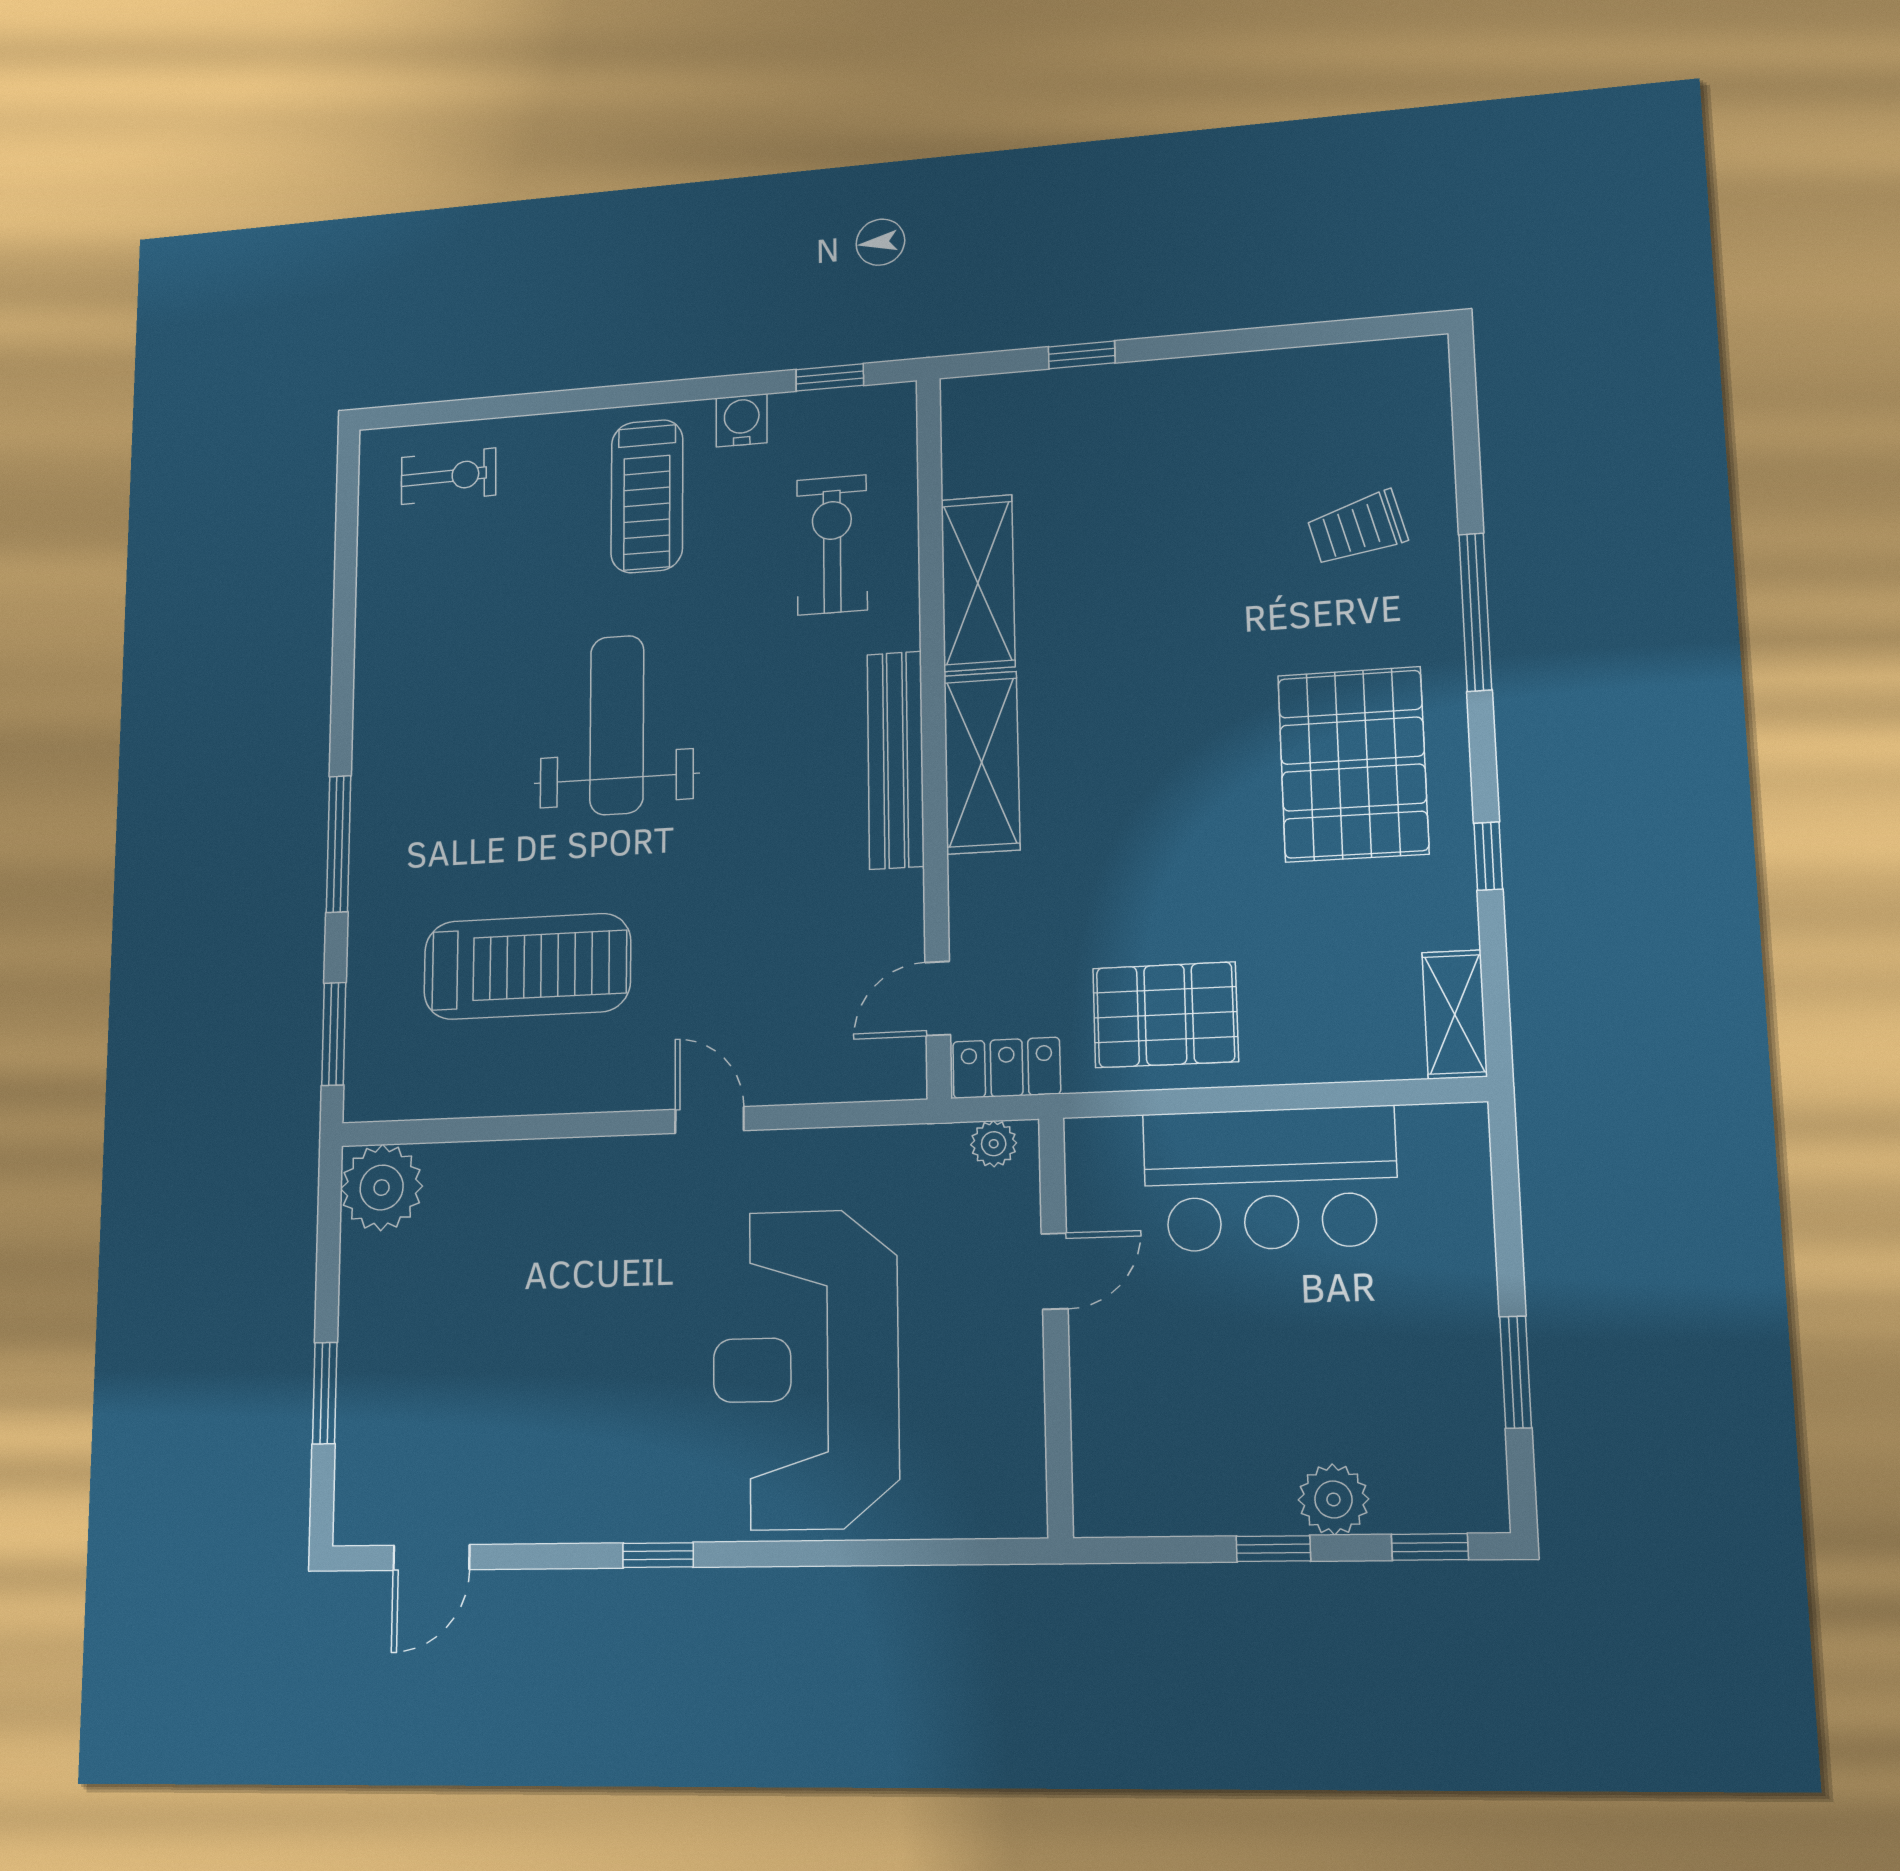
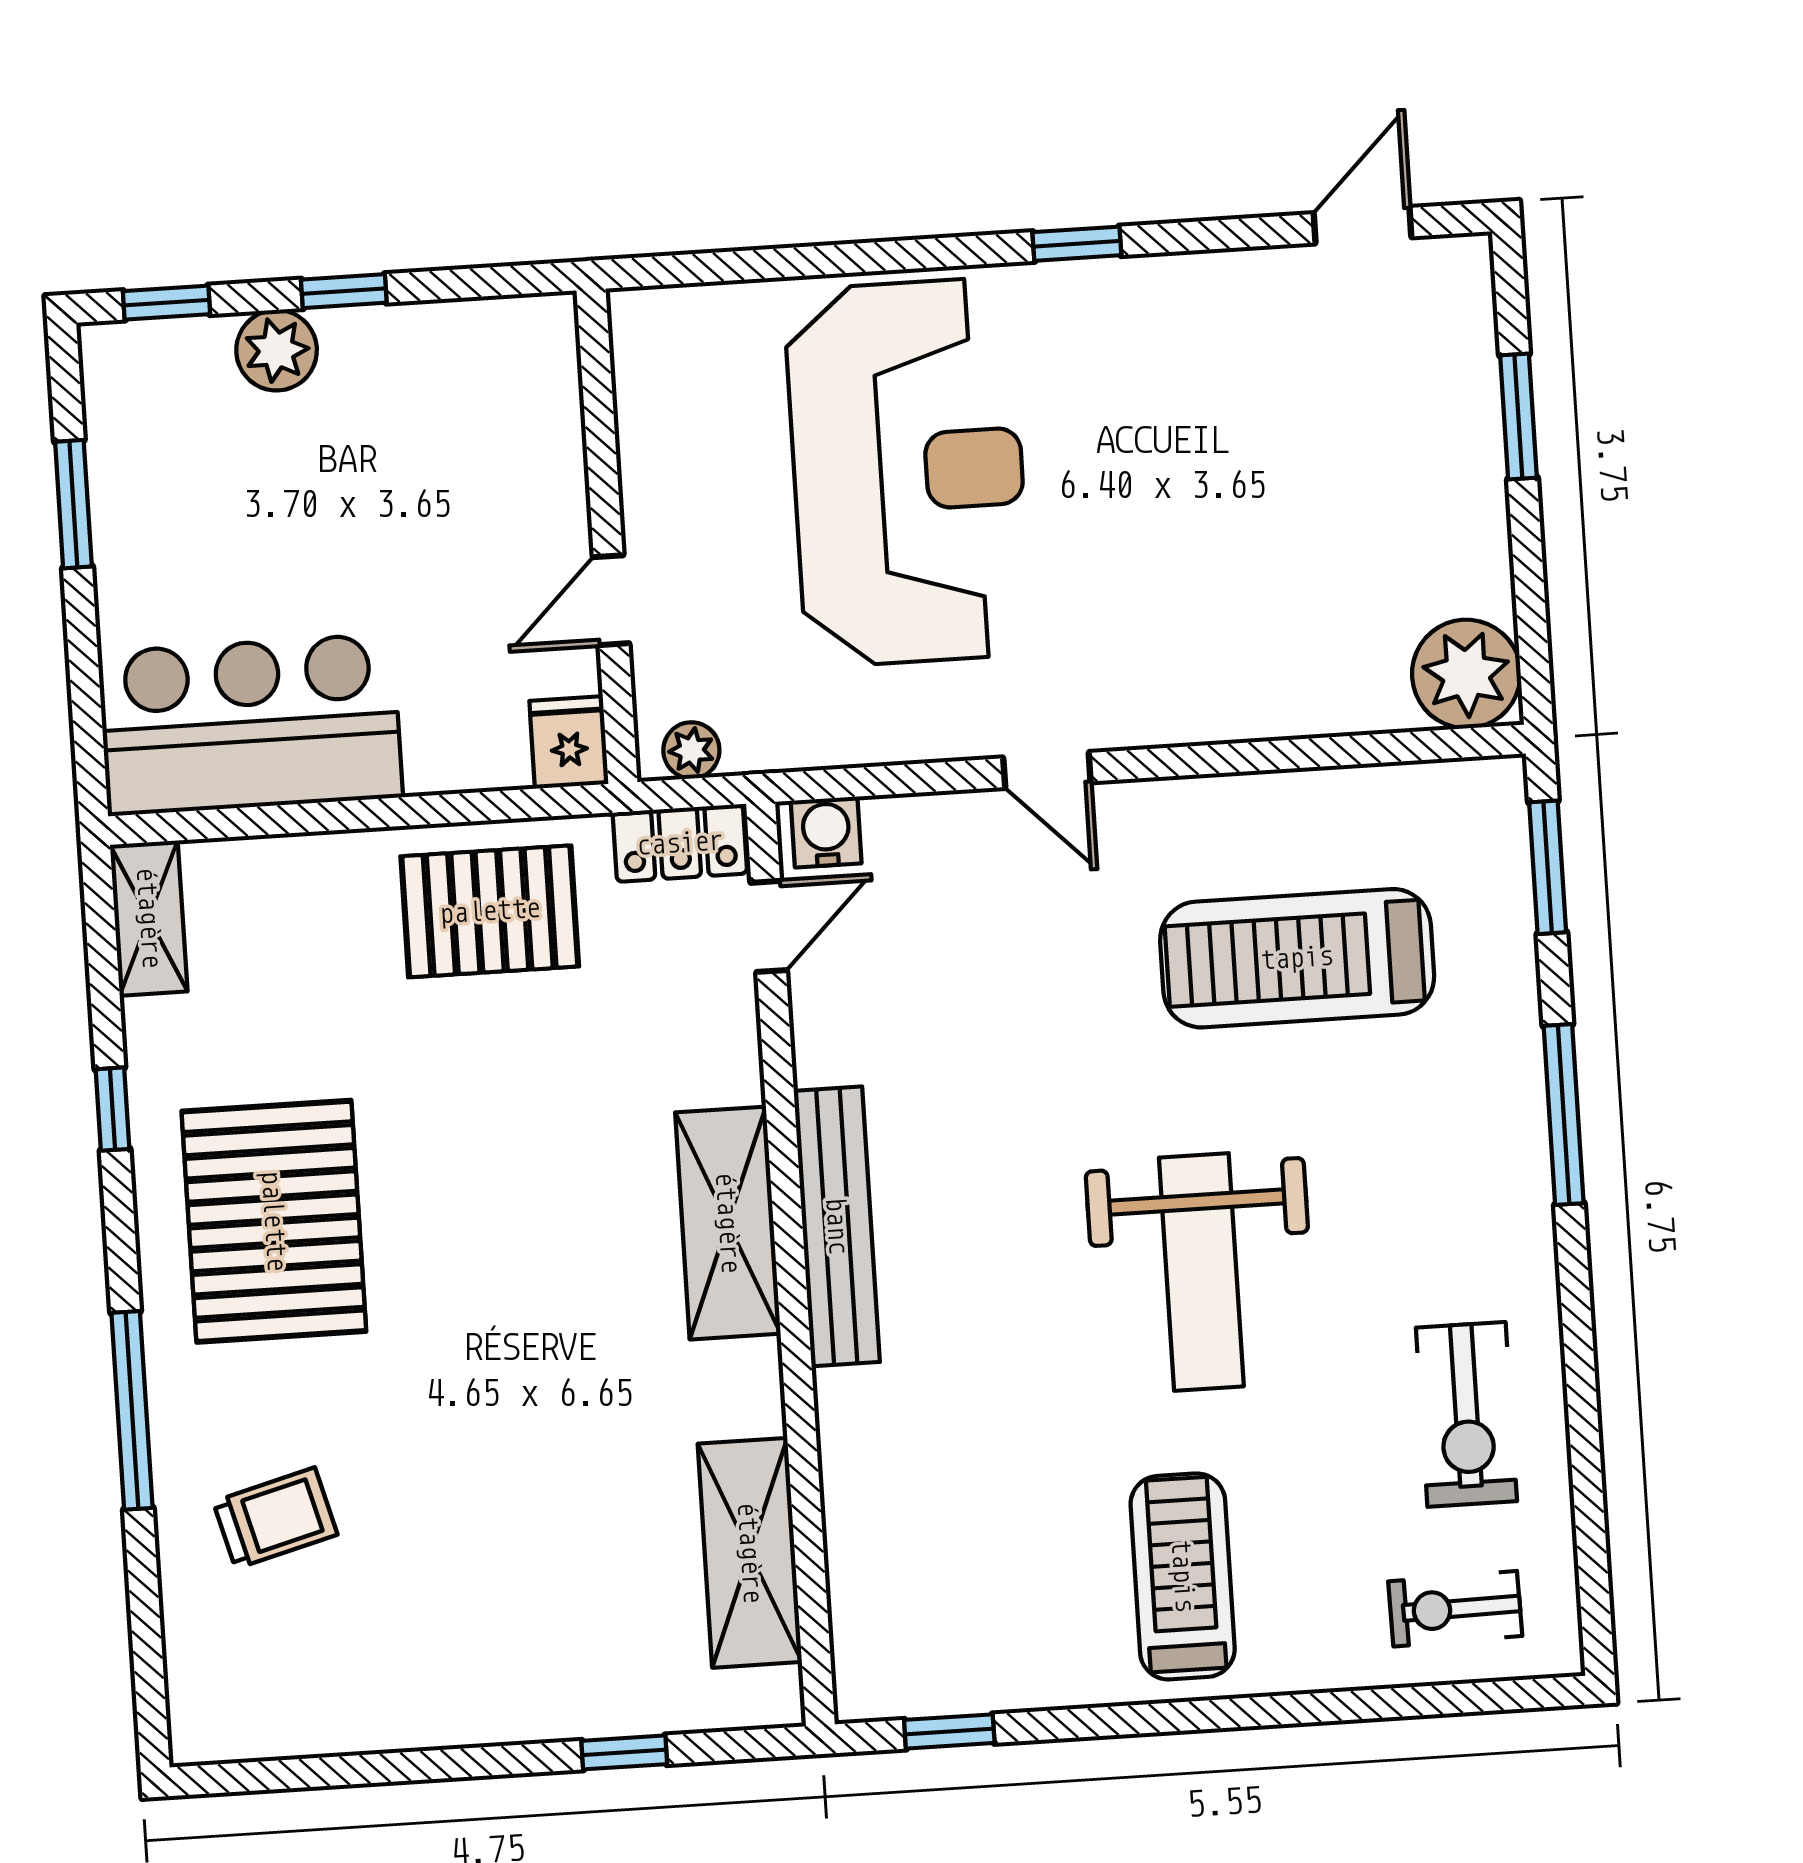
water cooler: (742, 420) -> (826, 832), moved, turned 180
exercise bike: (832, 545) -> (1466, 1414), moved
shelving: (978, 583) -> (750, 1553), moved
fridge: (1094, 1153) -> (569, 742), added
bar counter: (1270, 1179) -> (250, 725), moved

